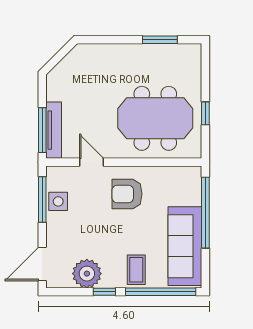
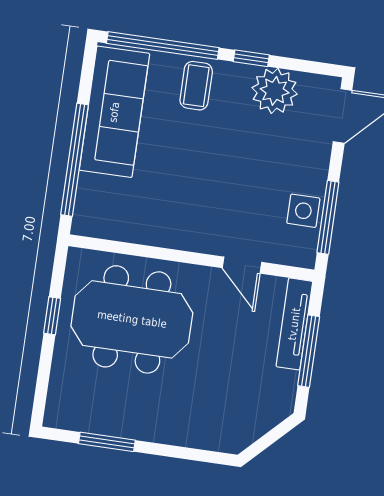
window: (42, 130) -> (309, 351), moved
armchair: (127, 194) -> (194, 207), removed

